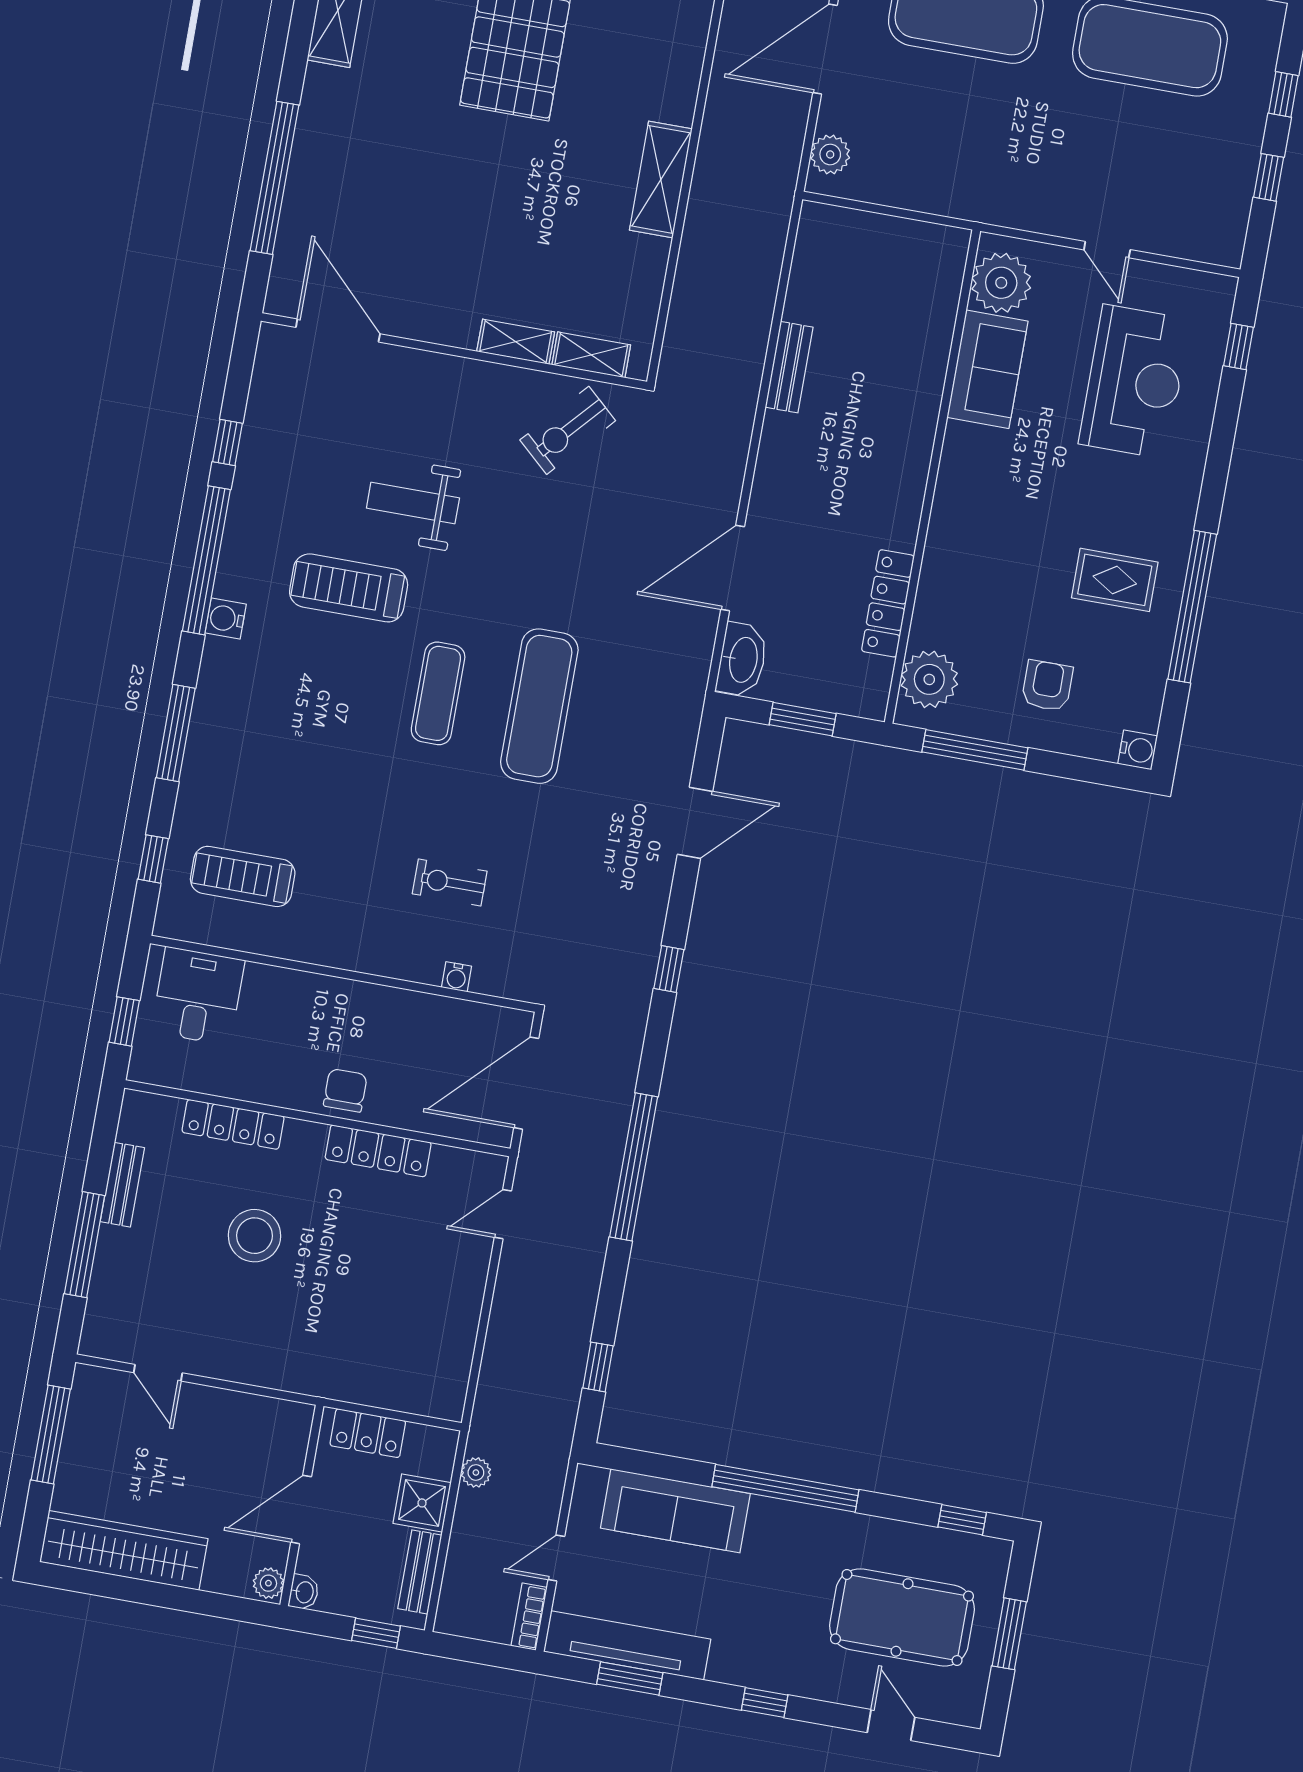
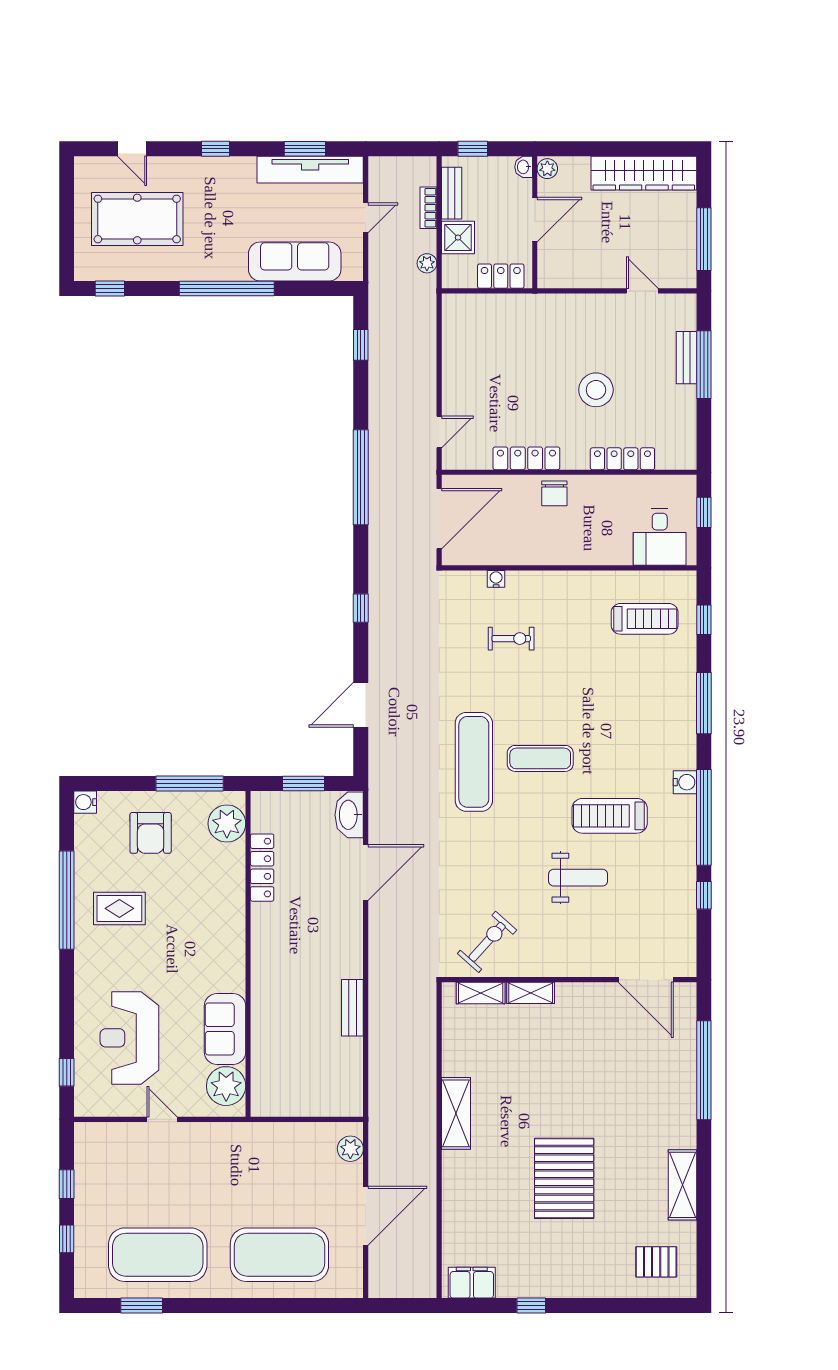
treadmill: (349, 588) -> (610, 816), turned 180
armchair: (1047, 686) -> (151, 833), width x1.38, depth x1.38
exercise mat: (438, 693) -> (540, 758), turned 90
bench: (122, 1185) -> (687, 358), moved
bookcase: (529, 1617) -> (428, 208), moved, turned 180
window: (1009, 1634) -> (67, 221), removed

